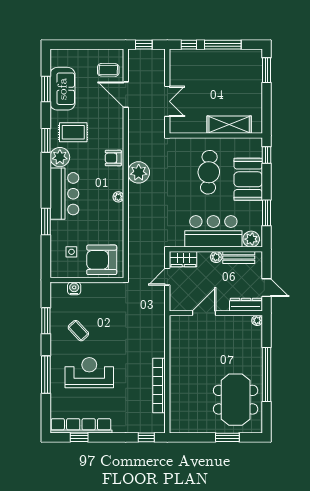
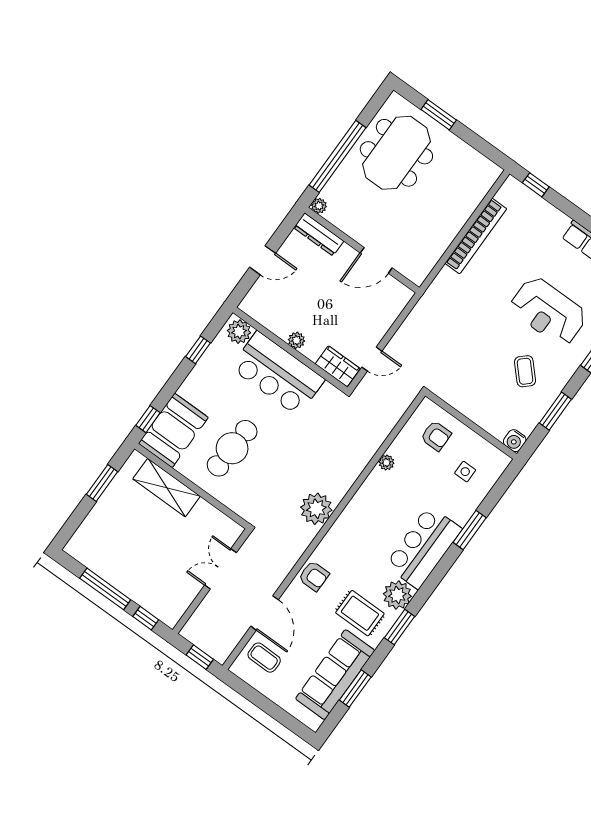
window: (267, 70) -> (102, 483), moved
sofa: (62, 89) -> (335, 675), width x1.36
armchair: (113, 158) -> (314, 576), moved
booth: (248, 179) -> (173, 430), moved
plant: (118, 197) -> (386, 462), moved
window: (267, 213) -> (198, 350), width x0.67
bench: (239, 257) -> (270, 320), removed
armchair: (102, 260) -> (436, 436), width x0.53, depth x0.53
water cooler: (74, 288) -> (515, 441), moved
door: (267, 288) -> (263, 260), swing flipped
dresser: (246, 305) -> (319, 234), moved
door: (204, 313) -> (376, 260), moved
wall: (216, 313) -> (362, 250), moved
plant: (257, 320) -> (319, 206), moved

